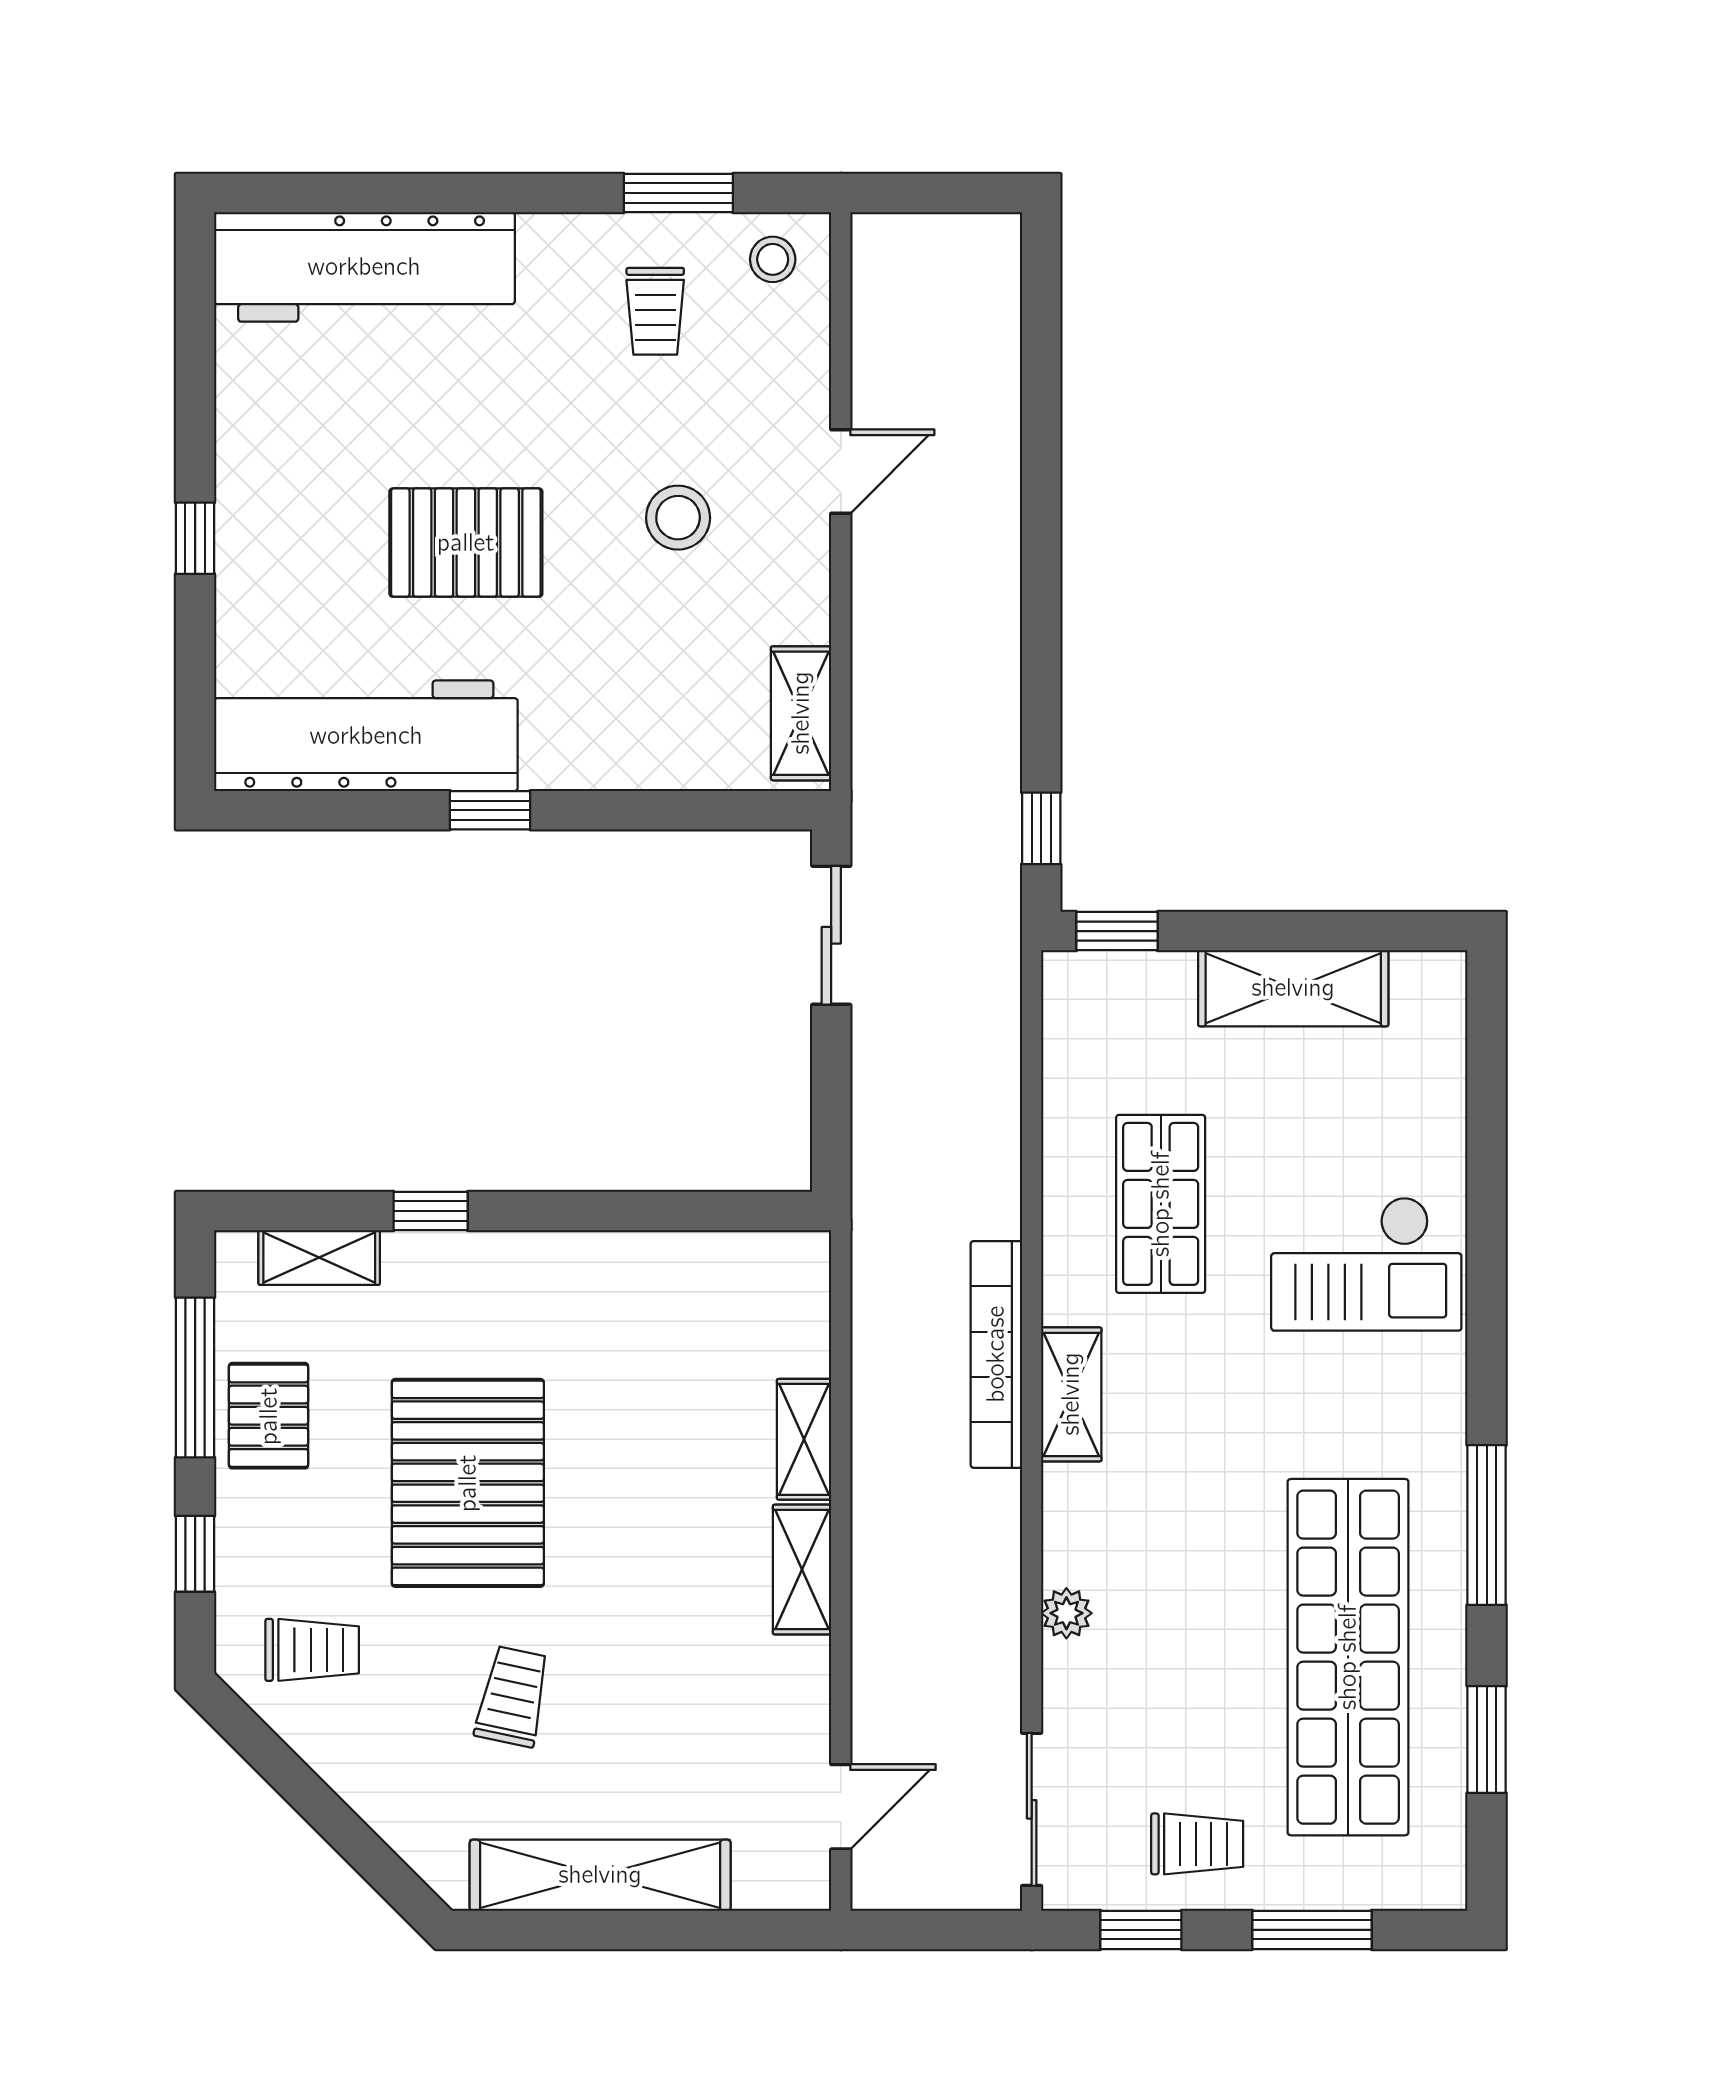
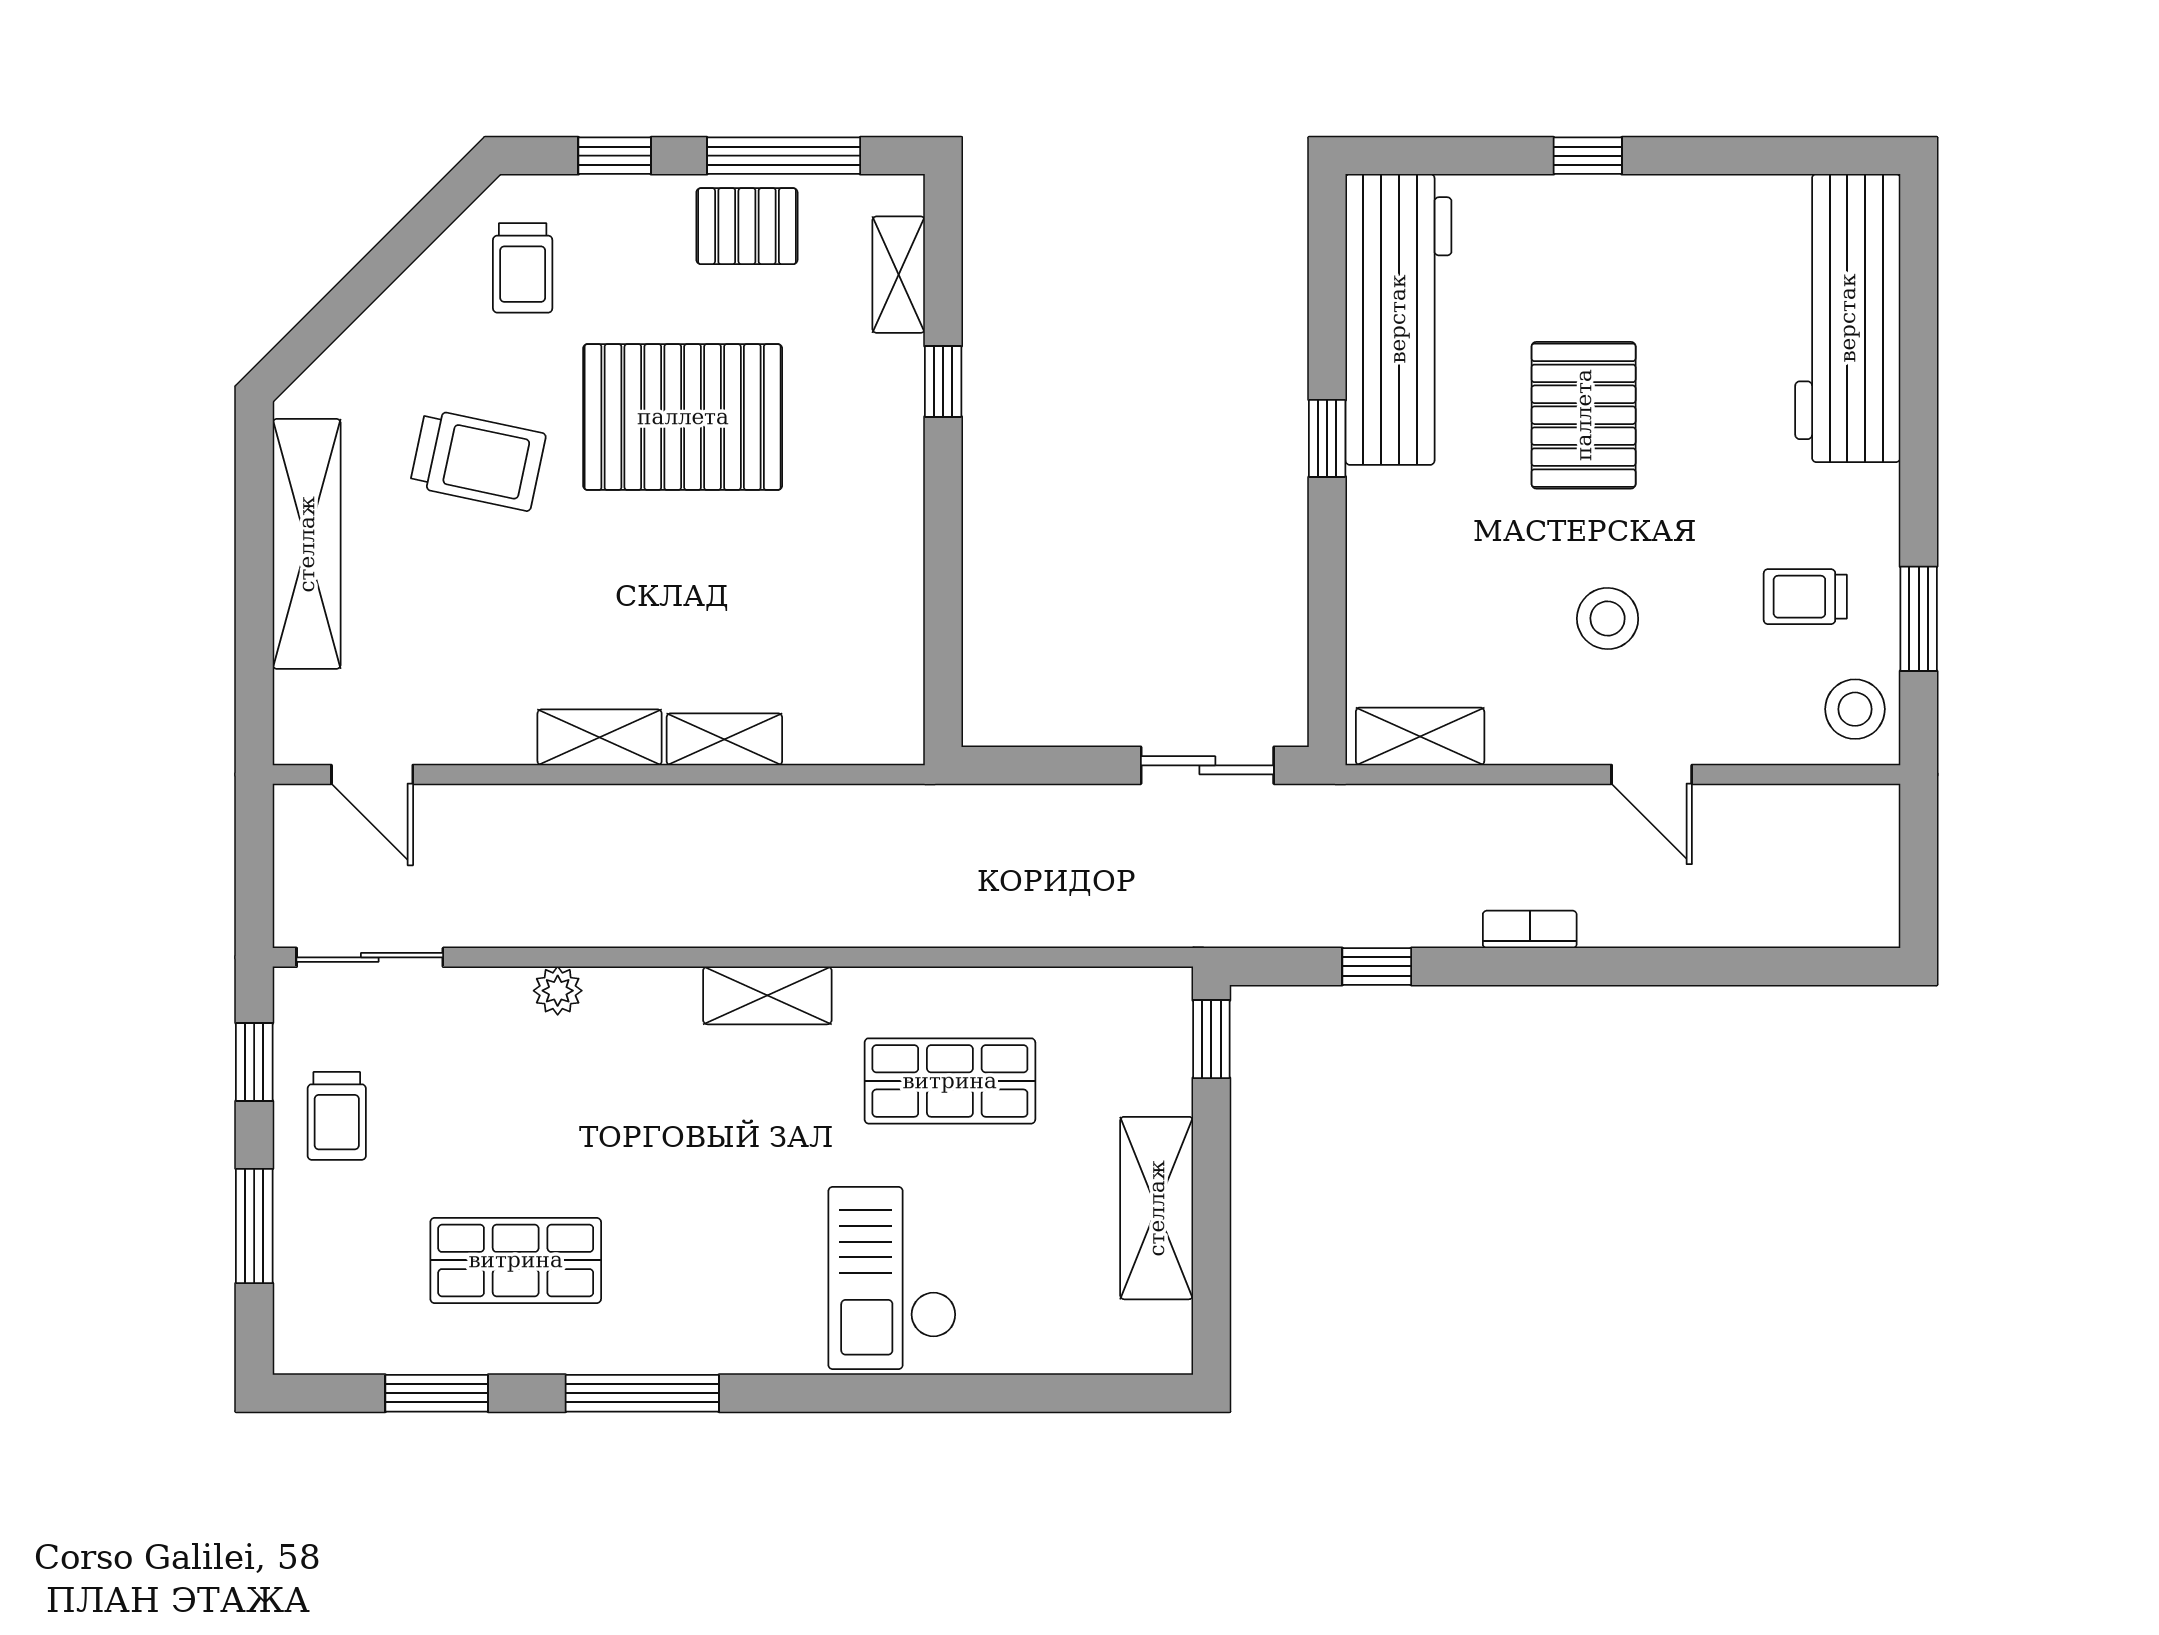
stool: (773, 259) -> (1855, 709), width x1.37, depth x1.37
window: (1041, 828) -> (1377, 966), moved
bookcase: (996, 1354) -> (1530, 929), moved, width x0.43, depth x0.76
shop shelf: (1348, 1657) -> (516, 1260), width x0.50, depth x0.74
trolley: (513, 1697) -> (478, 460), width x1.36, depth x1.39

